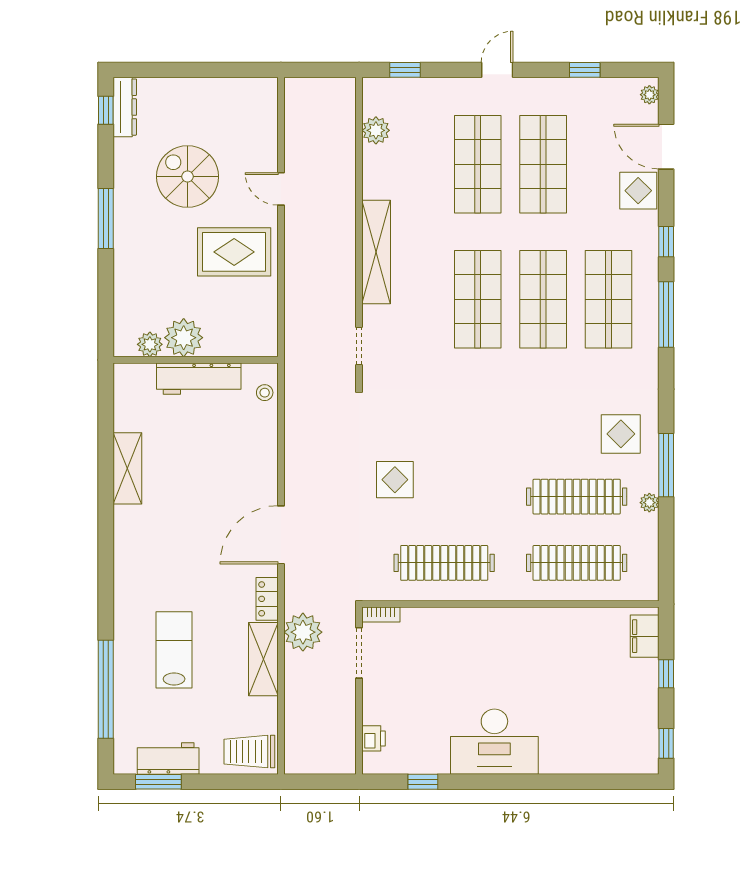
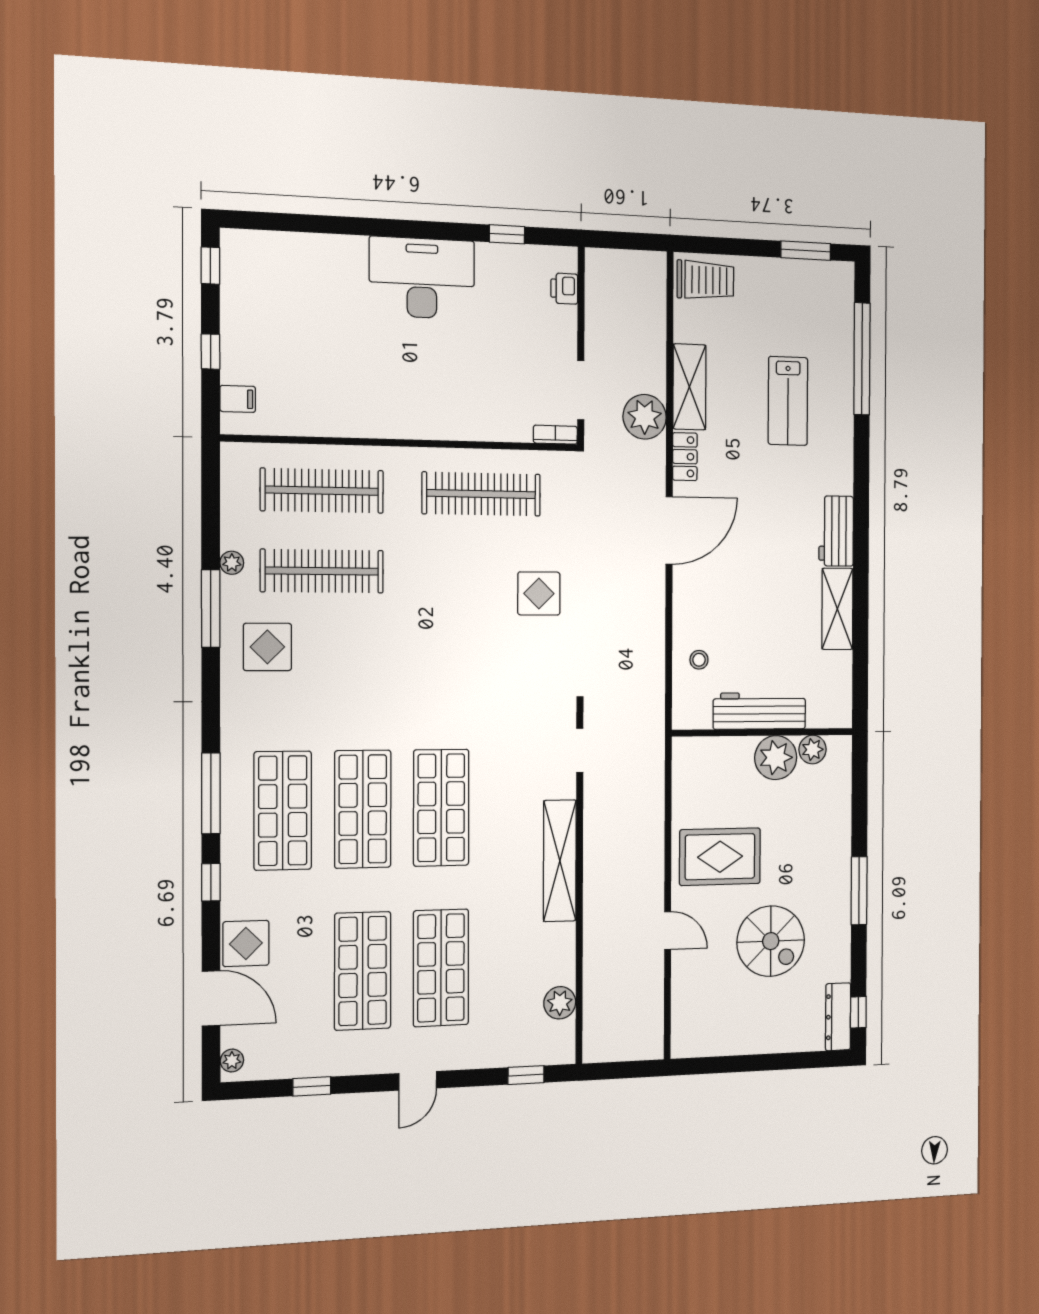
stool: (265, 393) -> (699, 660), moved
filing cabinet: (645, 636) -> (238, 399), width x0.50
workbench: (168, 759) -> (836, 531), moved, turned 90

